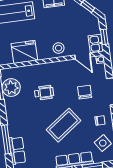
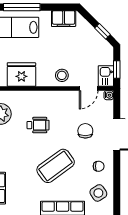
door: (83, 56) -> (89, 88), hinge flipped

